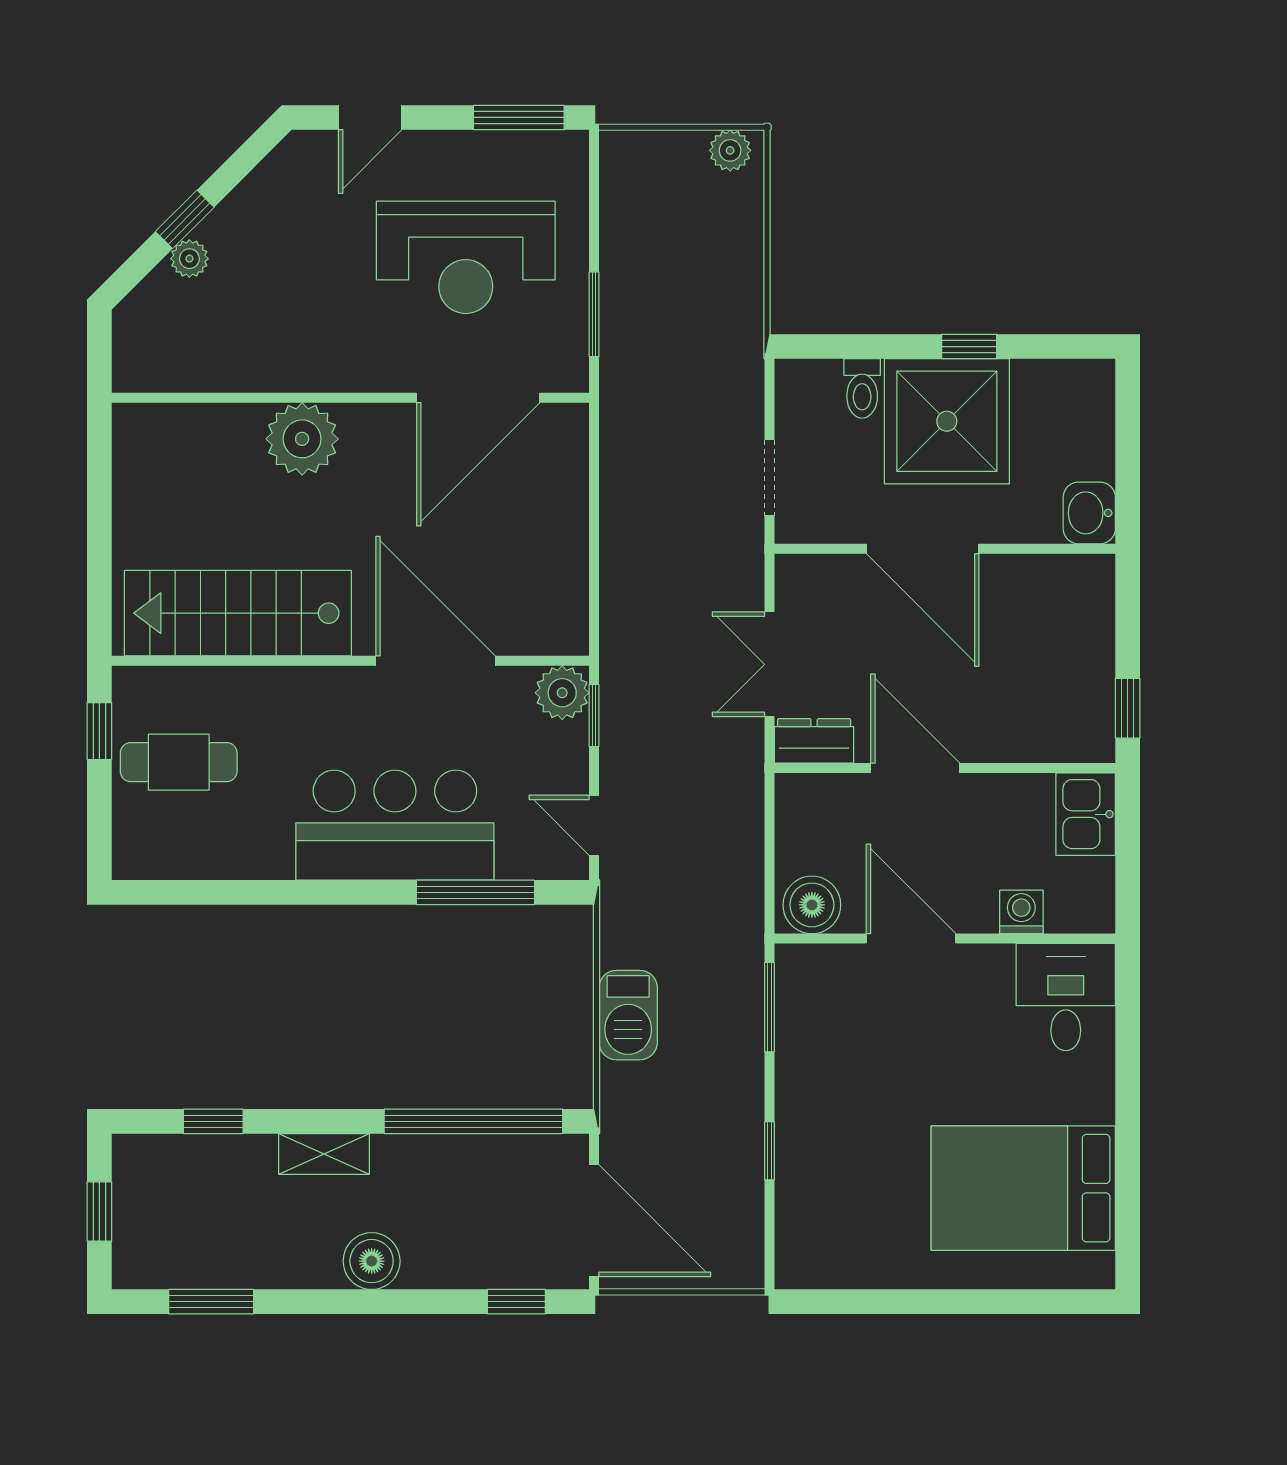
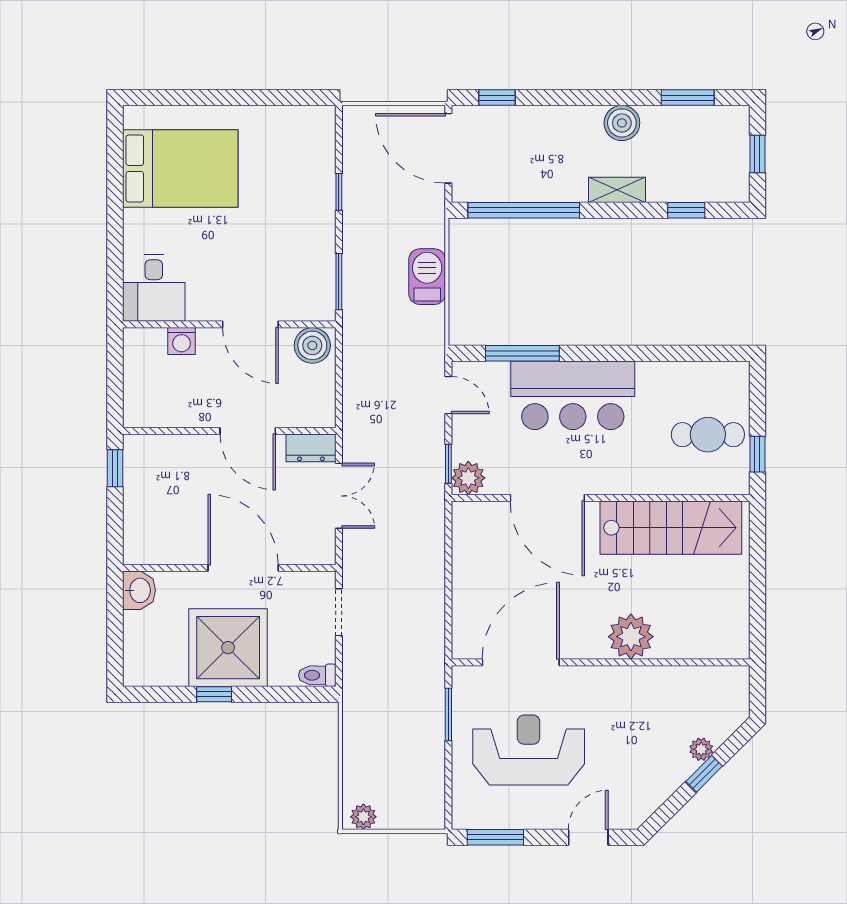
toilet: (862, 388) -> (317, 675), moved, turned -90
kitchen sink: (1086, 814) -> (141, 402), removed
boiler: (372, 1261) -> (622, 123), moved

